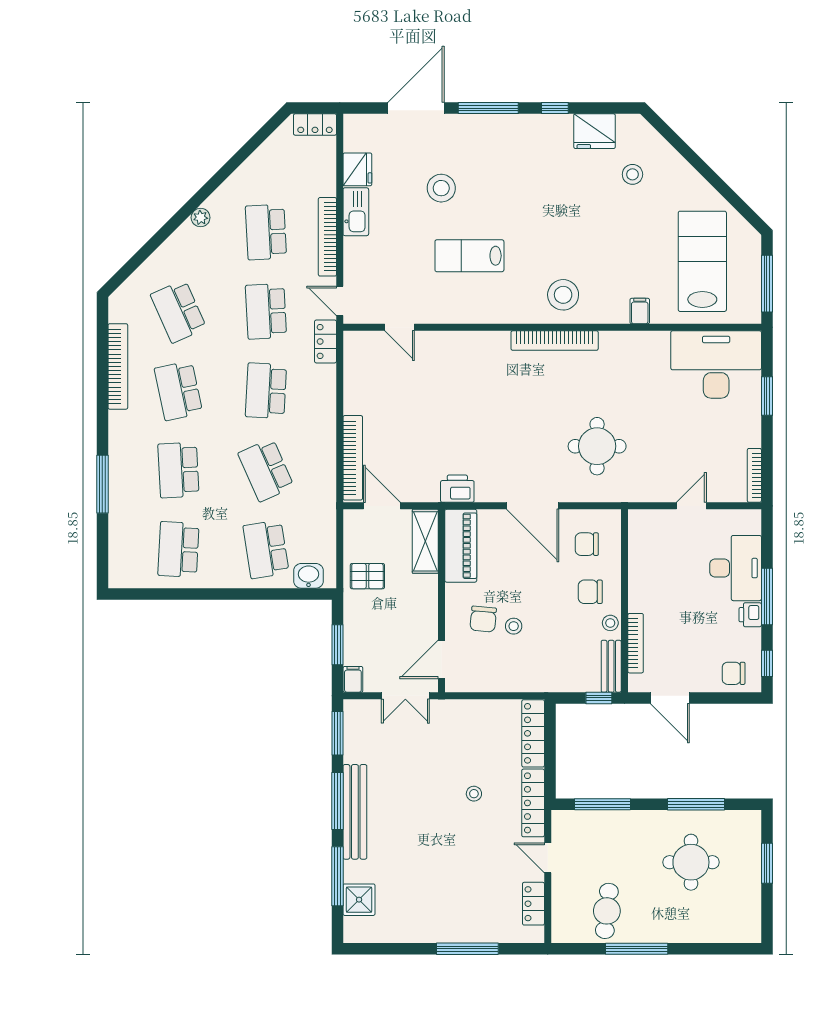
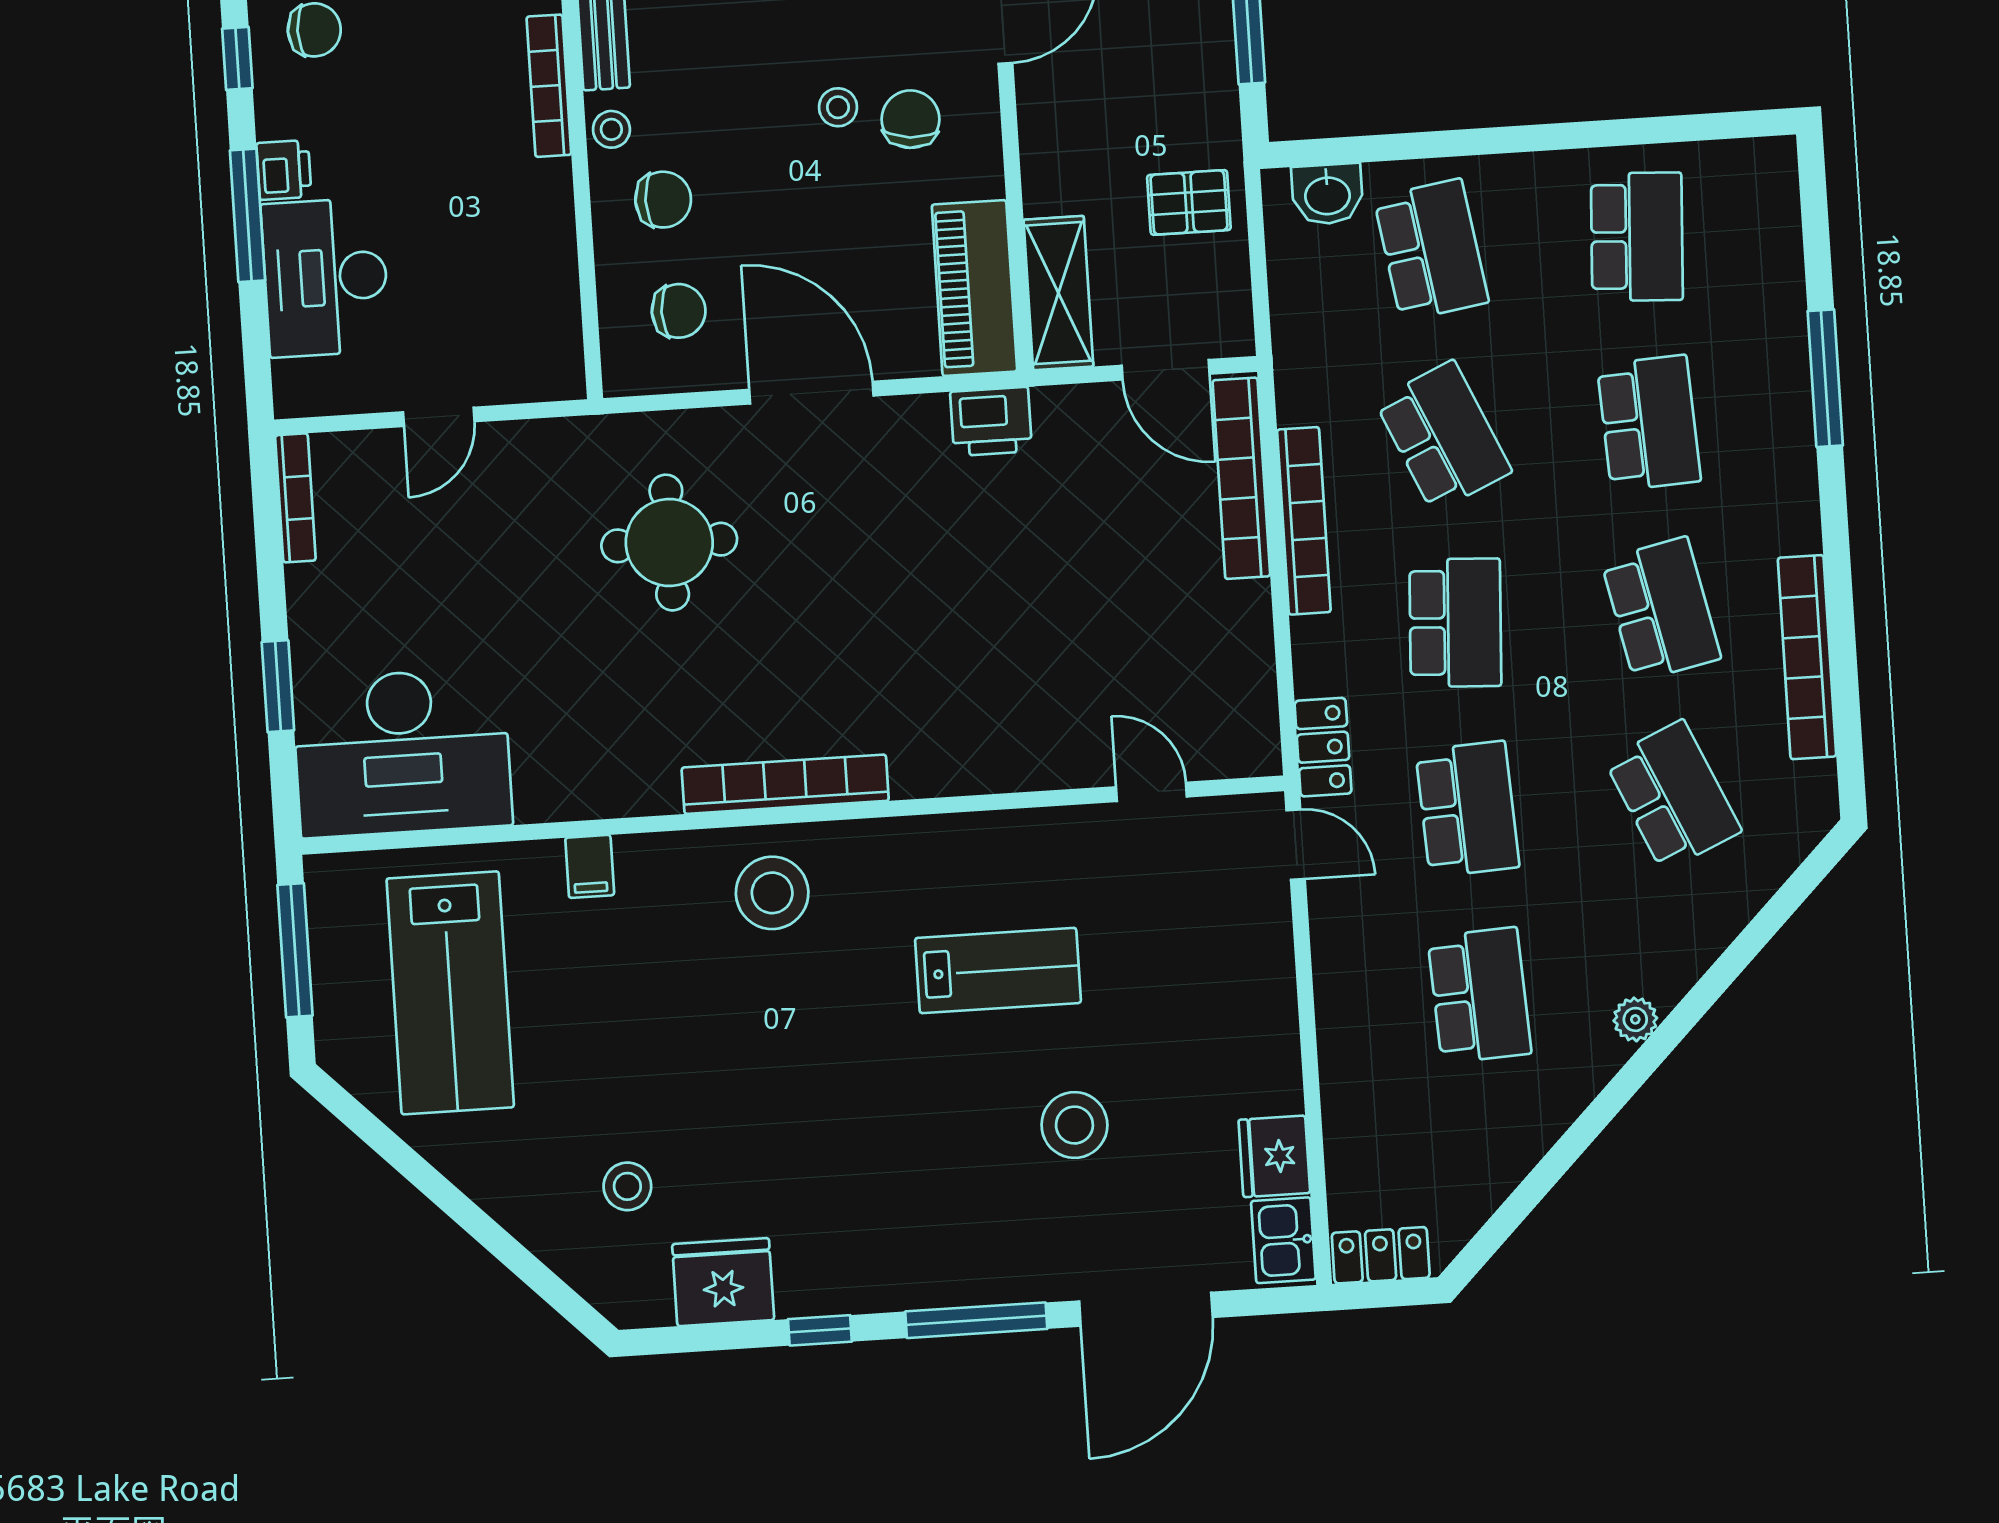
kitchen sink: (356, 212) -> (1283, 1240), moved, width x0.73
bookcase: (327, 237) -> (1304, 521), moved

